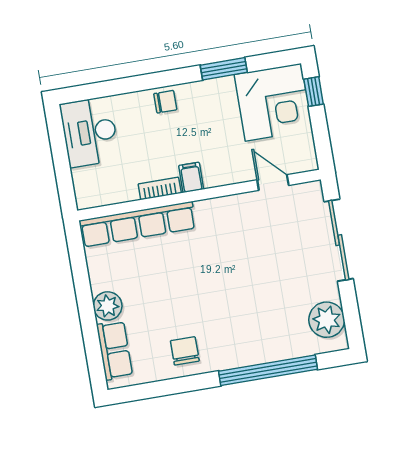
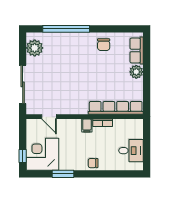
desk: (90, 132) -> (131, 151), width x0.73

